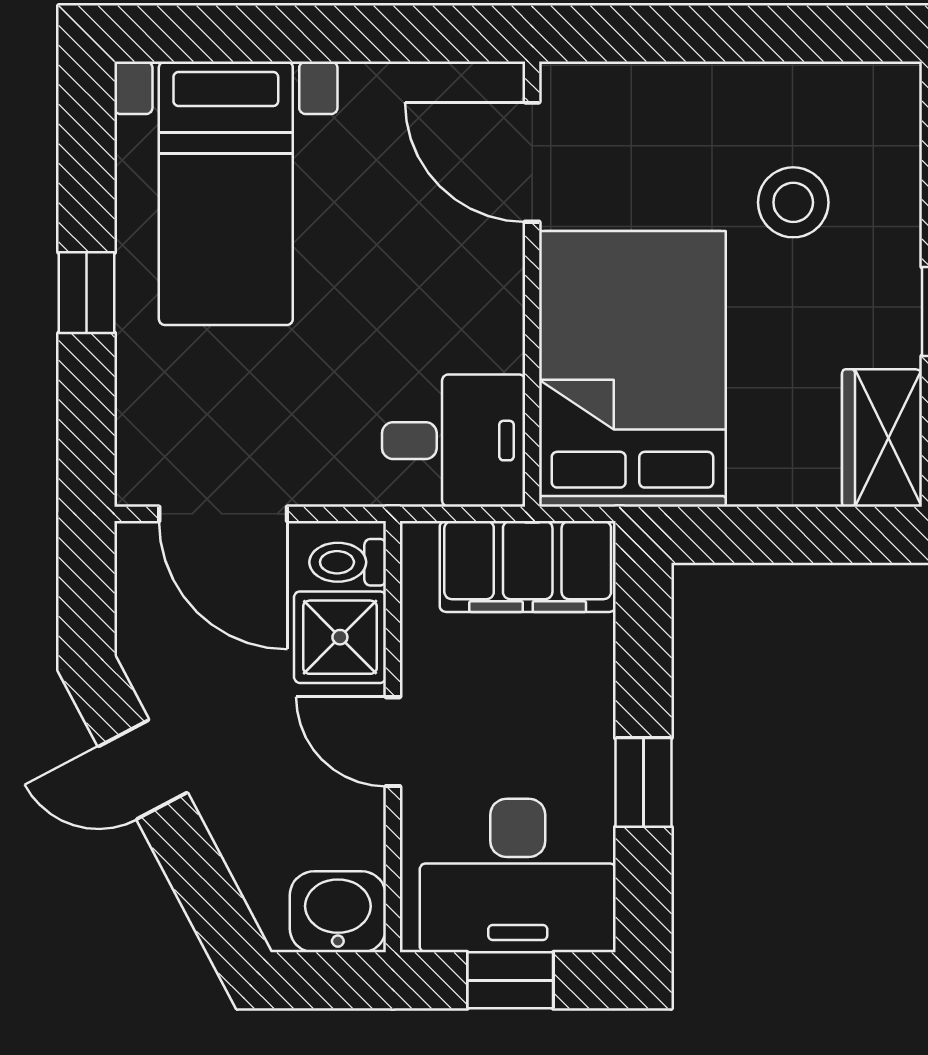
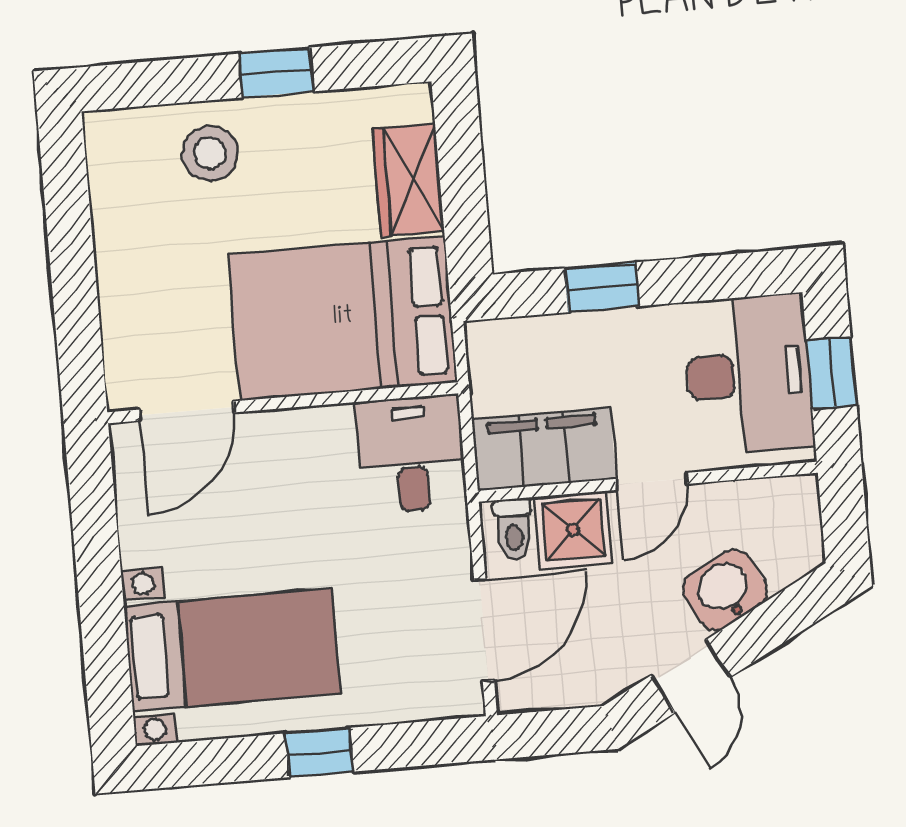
stool: (793, 202) -> (210, 153), moved
wardrobe: (882, 438) -> (408, 180), moved, turned 90
filing cabinet: (528, 566) -> (544, 449), moved, turned -90
window: (643, 782) -> (602, 287), moved
washbasin: (338, 912) -> (725, 590), moved, turned 62

